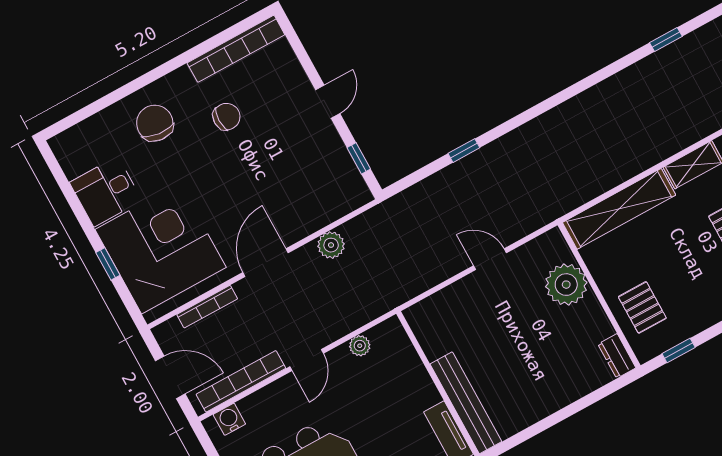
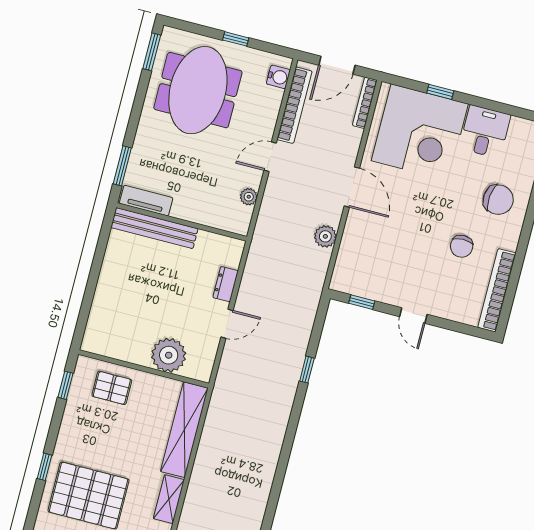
bookcase: (207, 307) -> (365, 103), moved
dresser: (617, 356) -> (226, 284), moved, turned -90
door: (307, 360) -> (270, 157), hinge flipped

